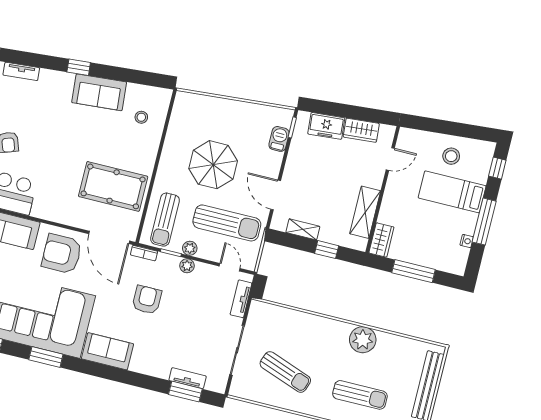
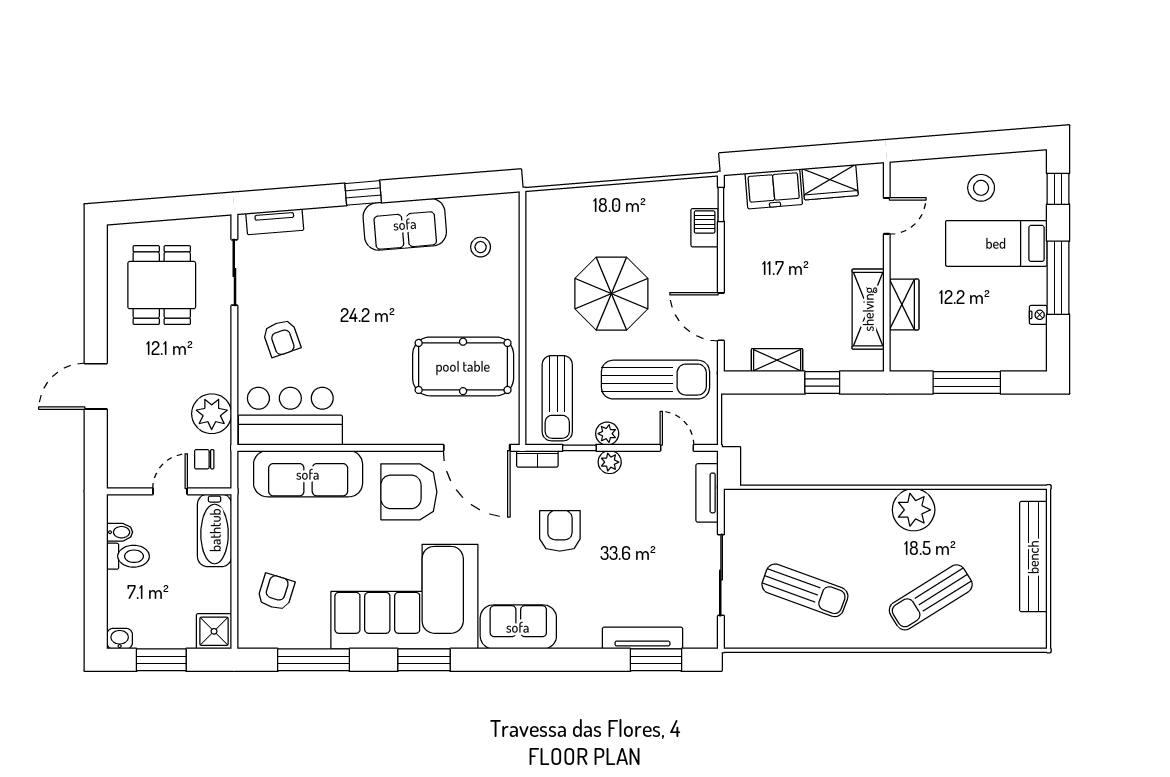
wardrobe: (381, 240) -> (904, 305), moved
tv unit: (188, 378) -> (642, 638), width x1.41
sun lounger: (360, 395) -> (931, 597), turned 148

